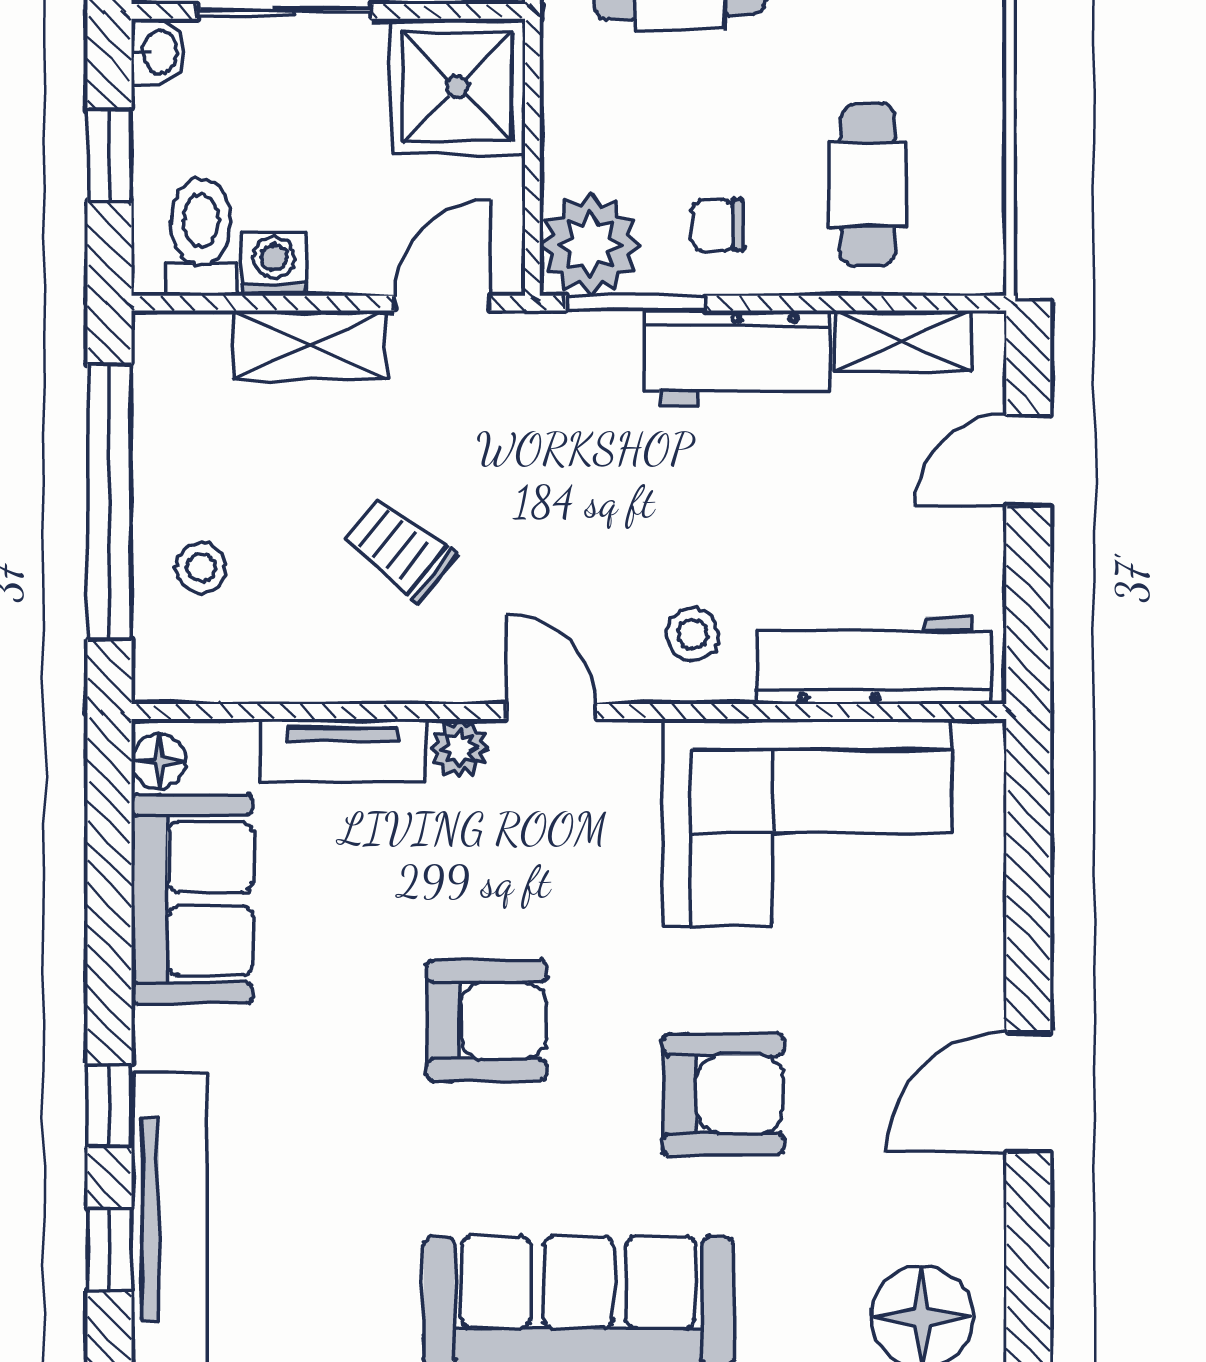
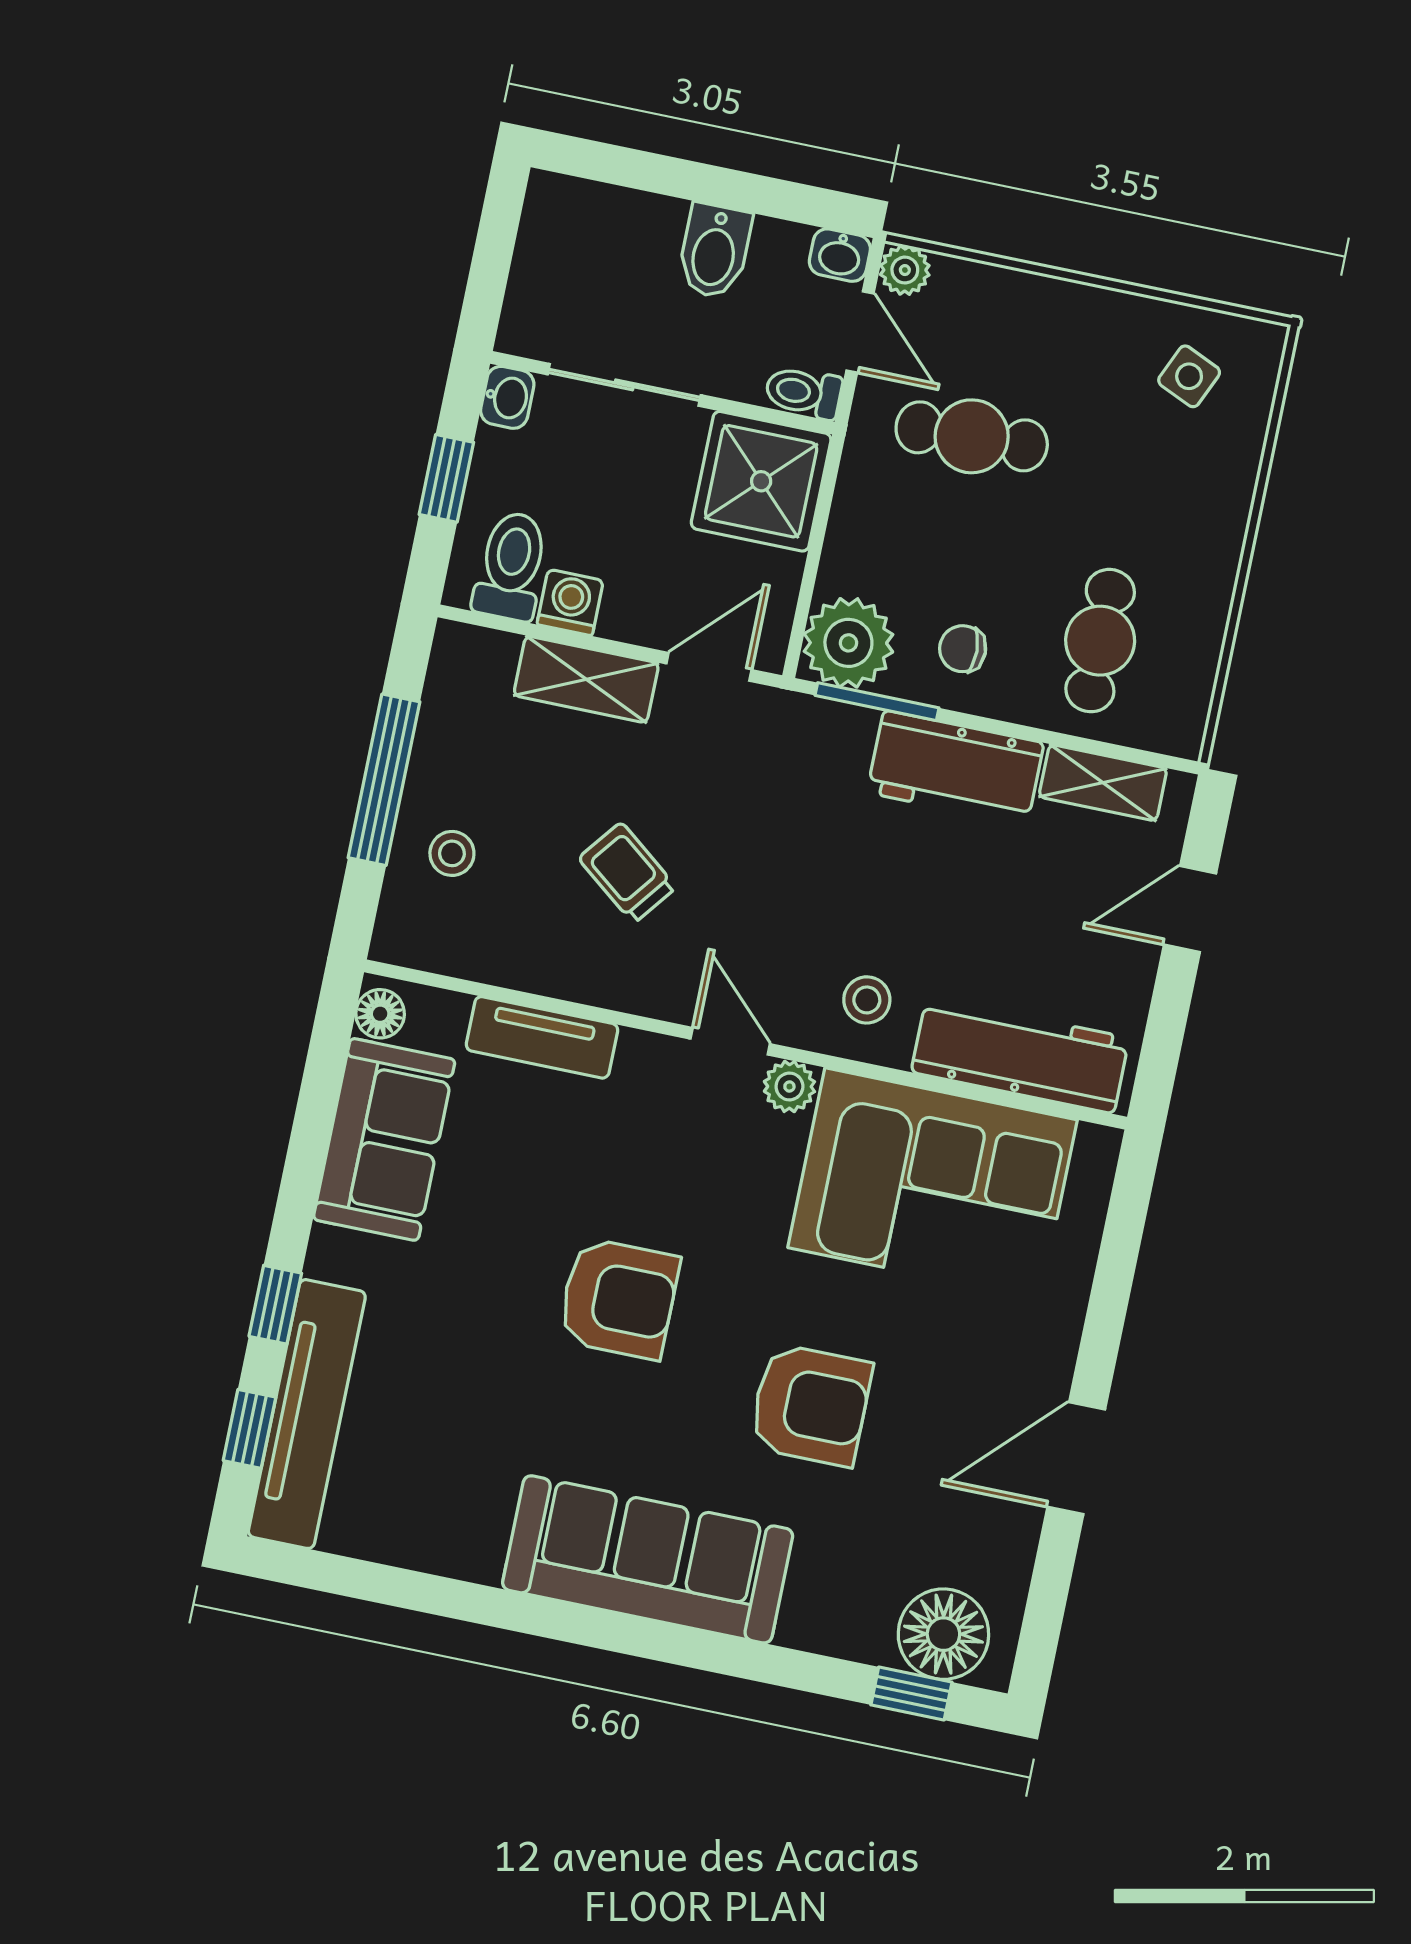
window: (109, 502) -> (384, 780), width x0.68
plant: (460, 748) -> (789, 1086), moved

